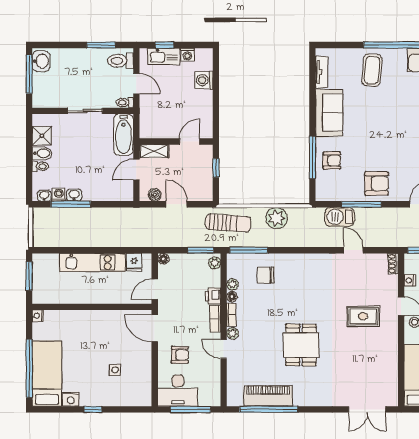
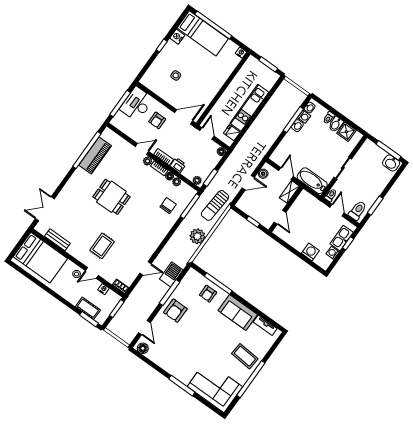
door: (136, 84) -> (337, 210), swing flipped
bench: (392, 371) -> (57, 240), added

